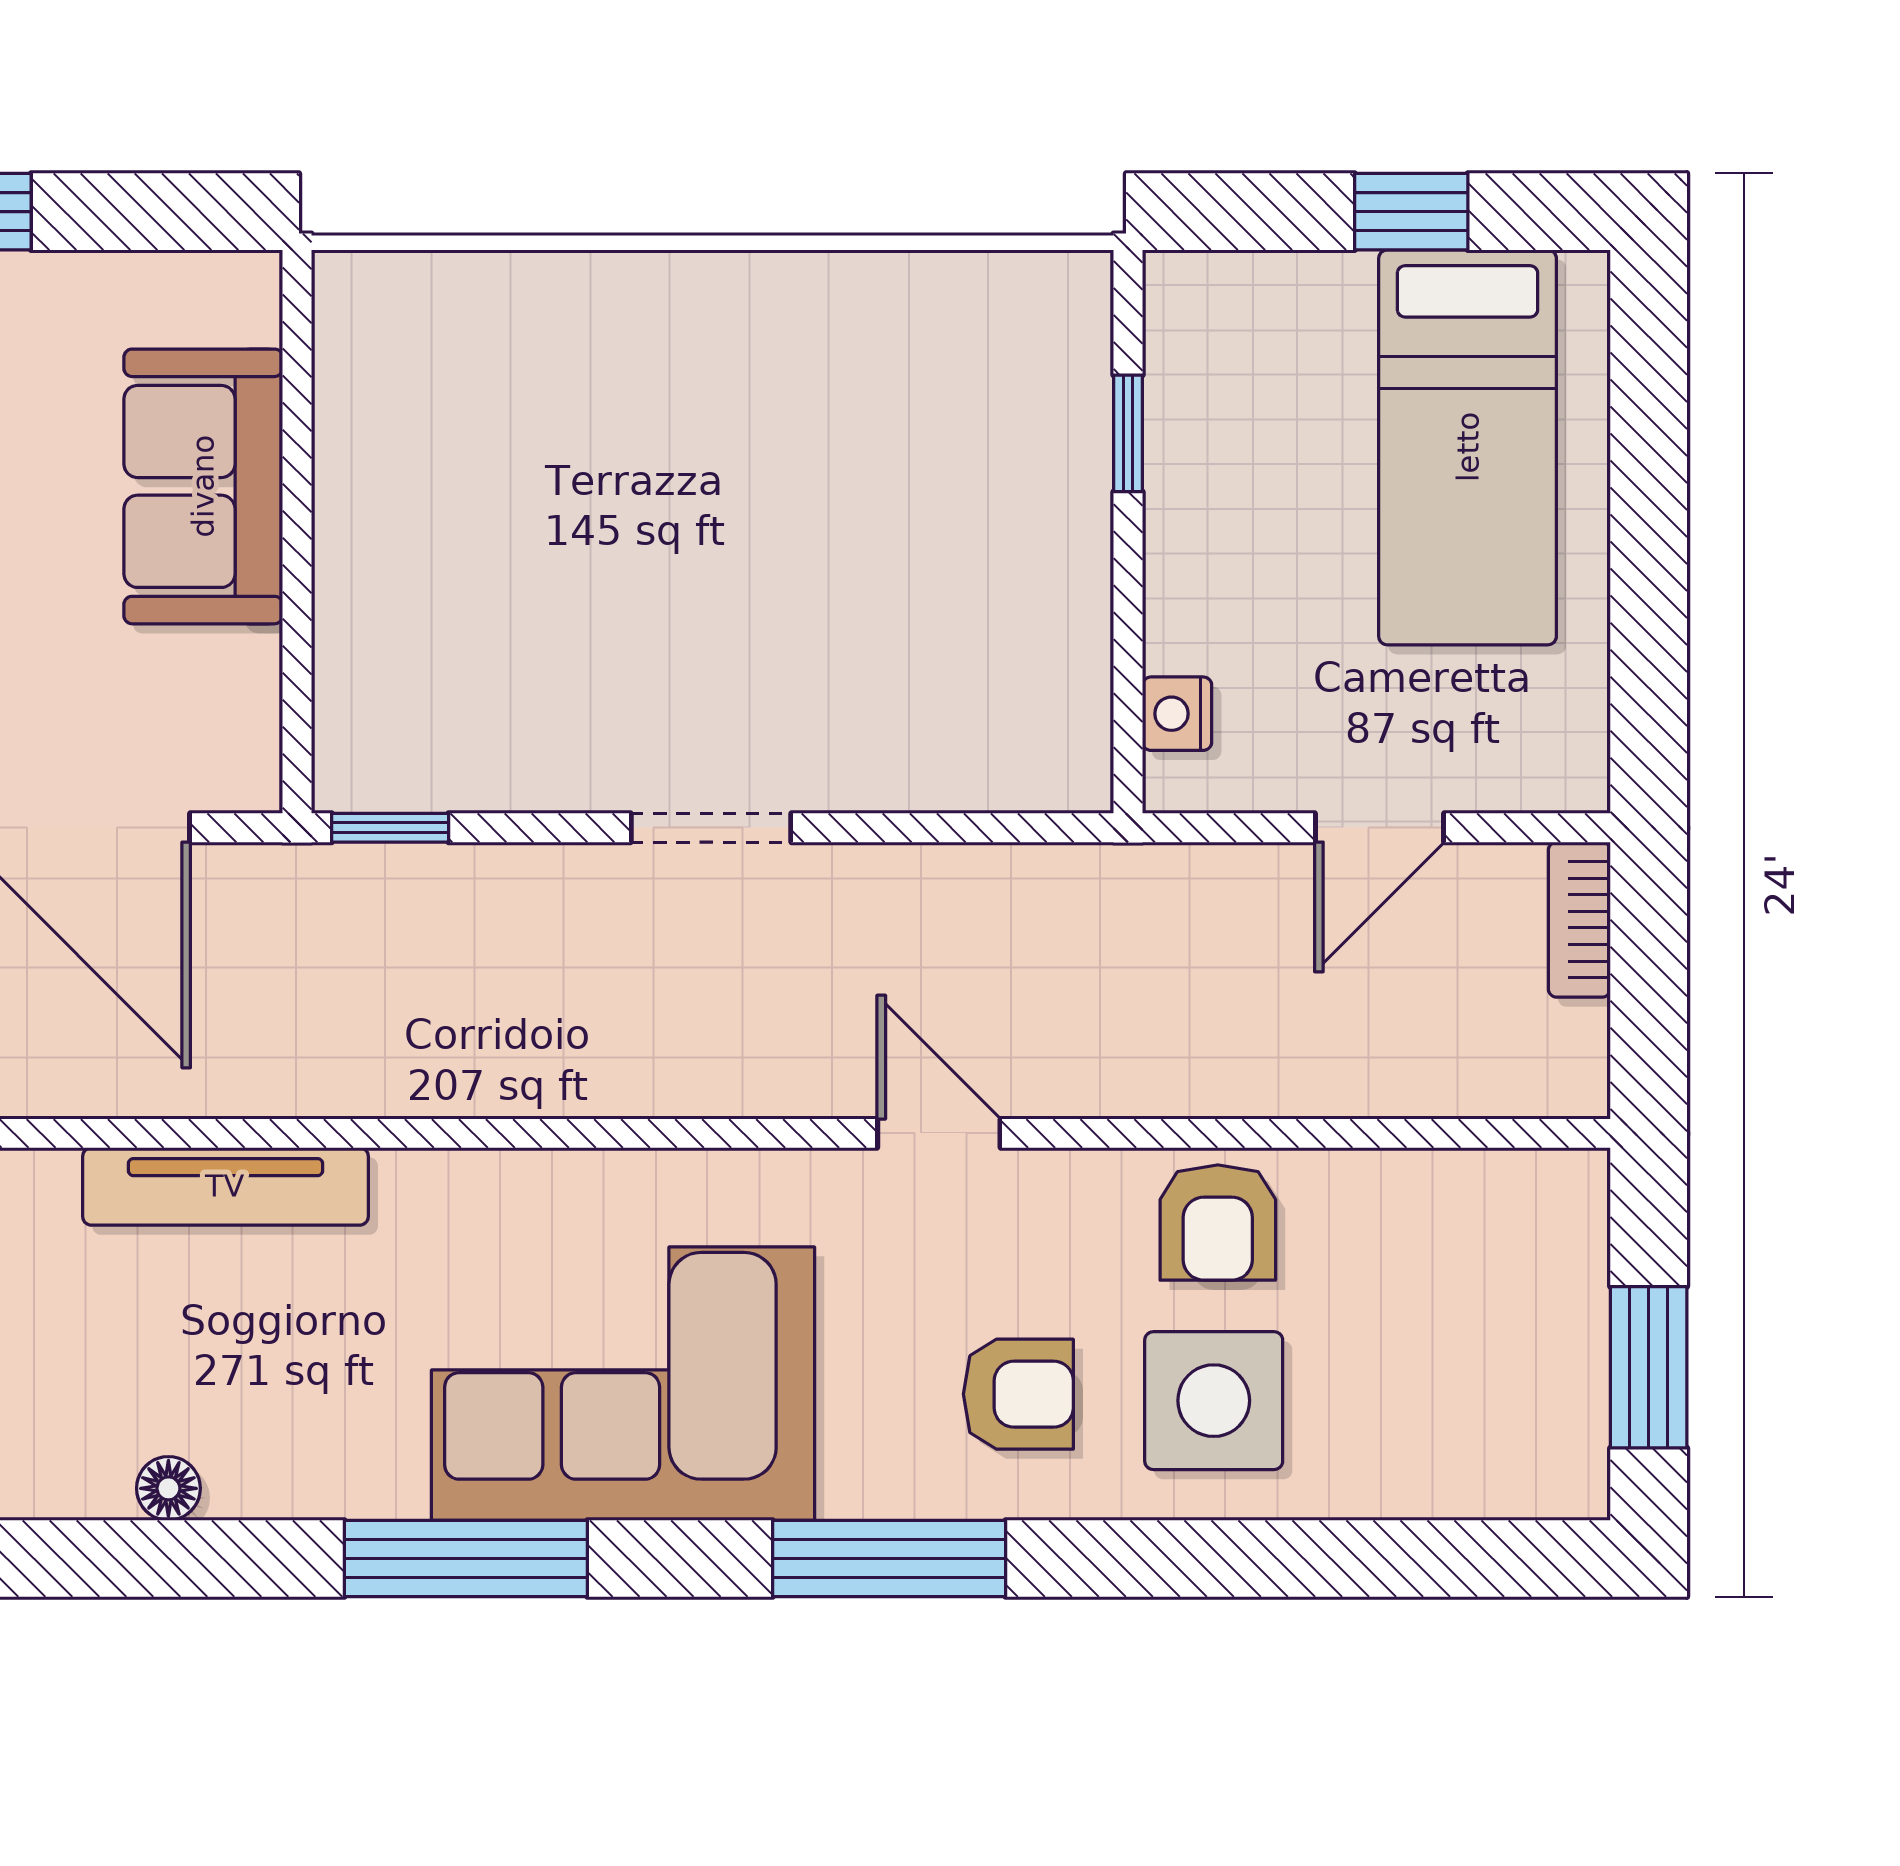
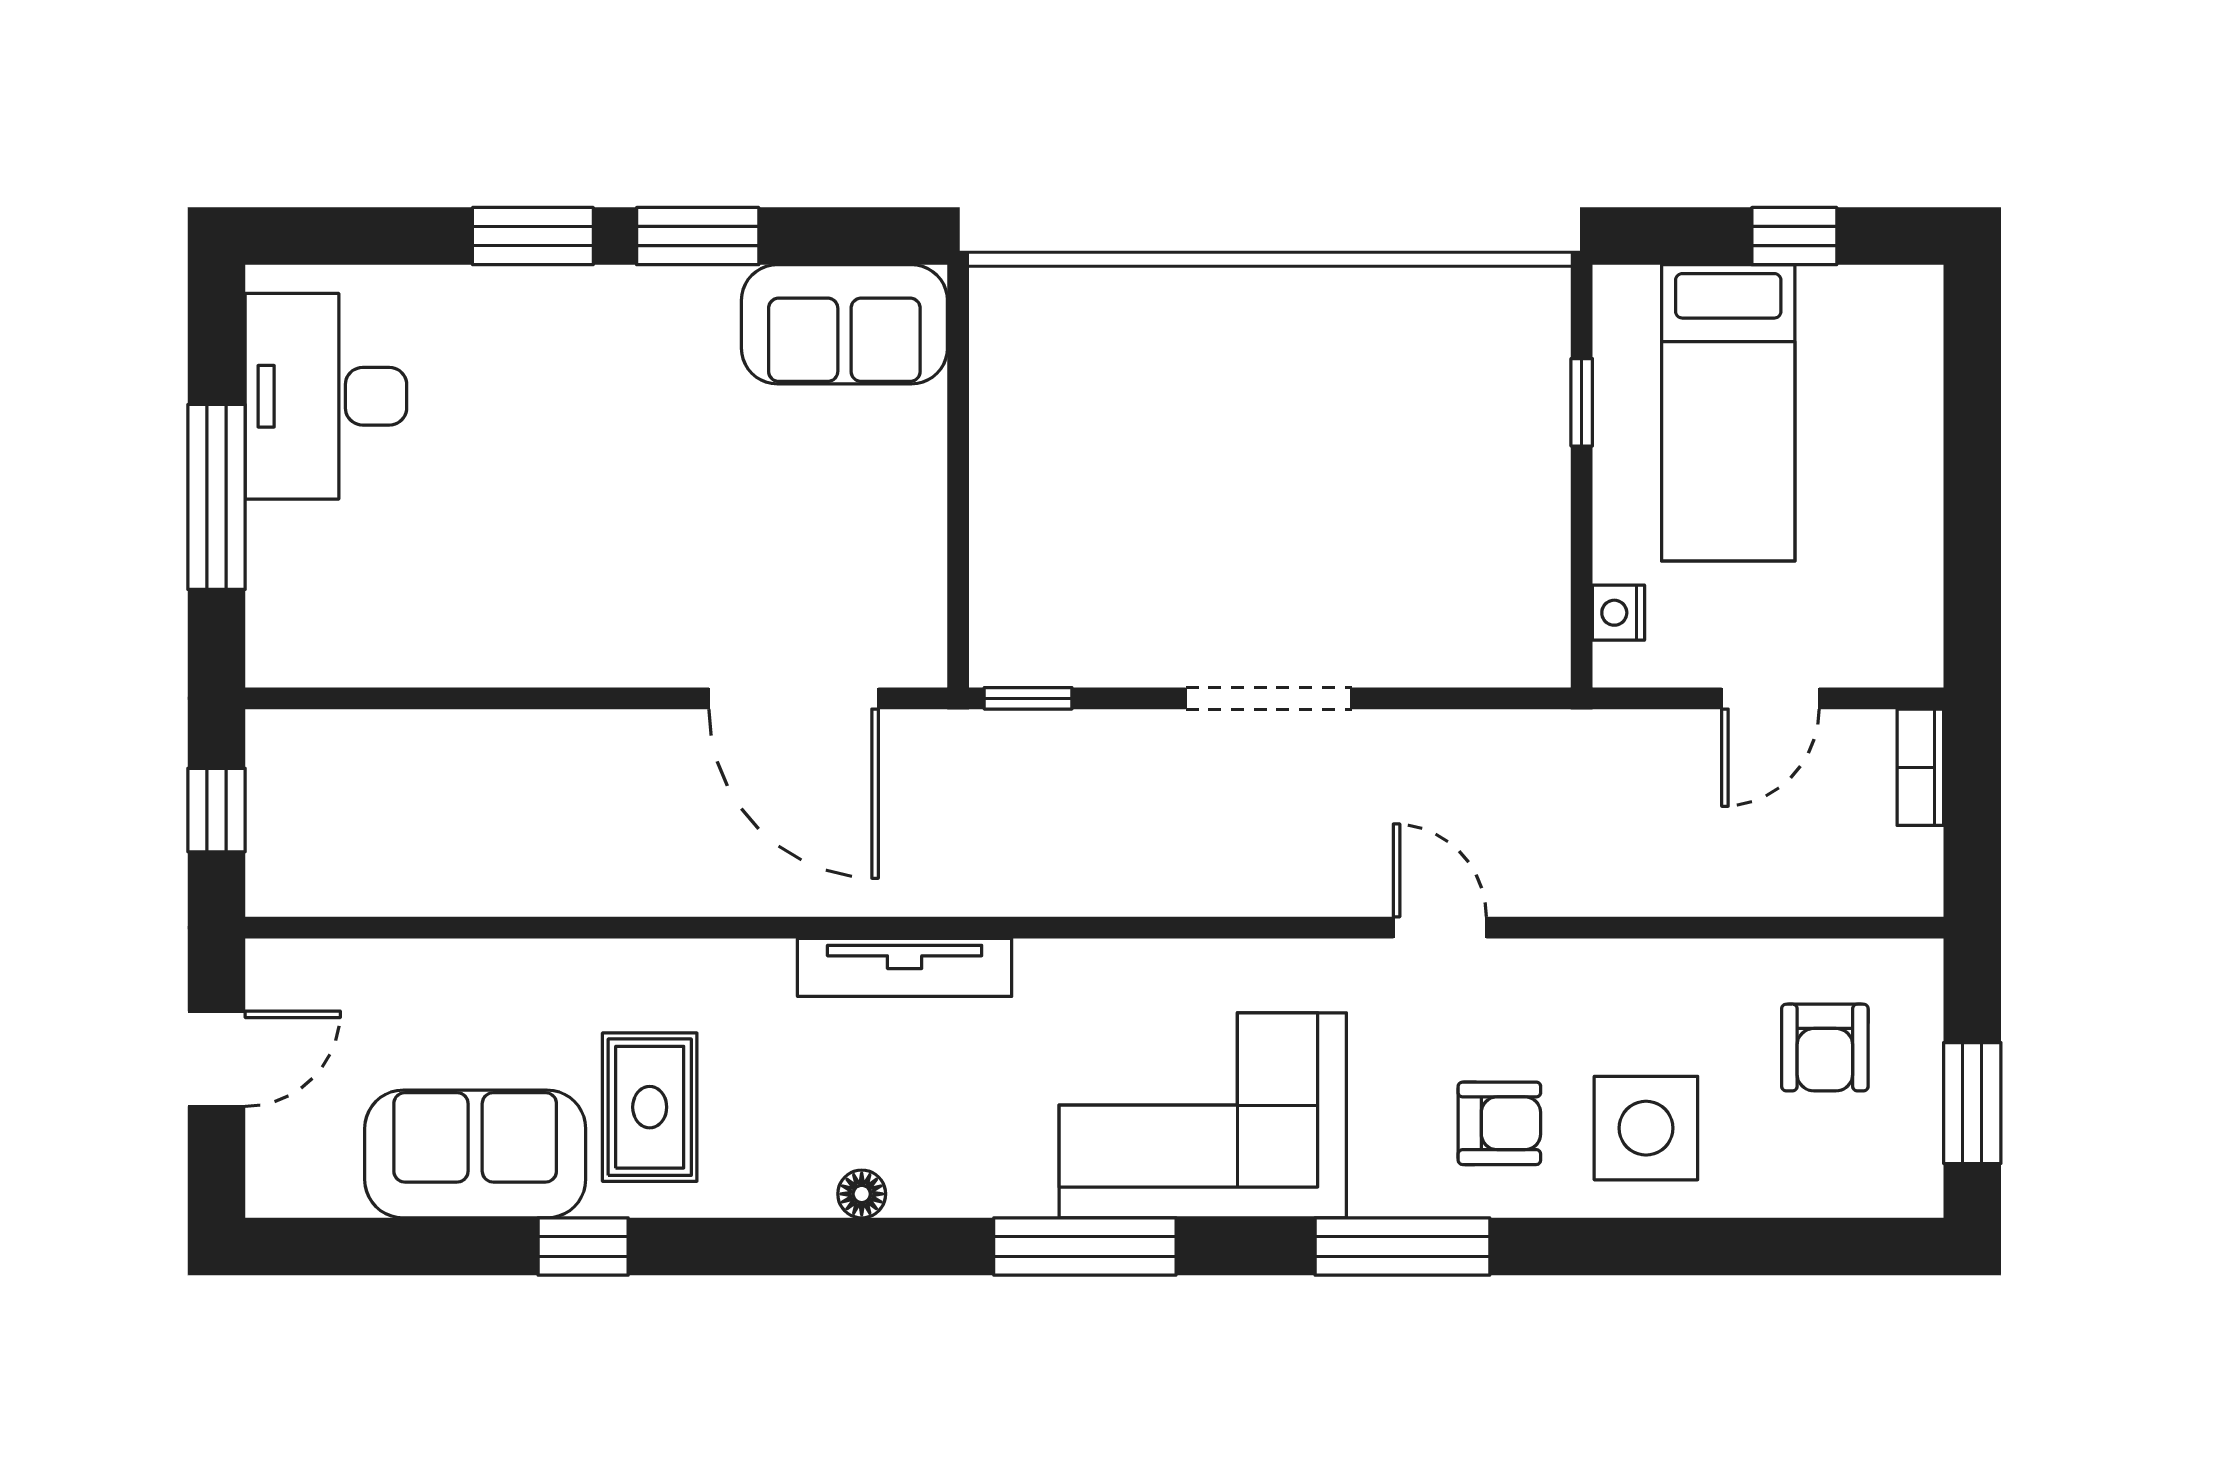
bed: (1468, 447) -> (1728, 413), moved
sofa: (203, 486) -> (844, 324), moved, turned -90
doorway: (711, 828) -> (1269, 698), width x1.38
armchair: (1218, 1222) -> (1825, 1048), moved

